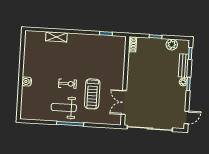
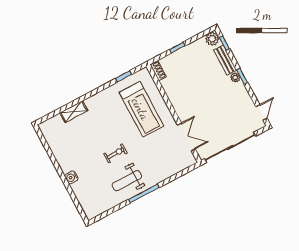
plant: (172, 45) -> (212, 39), moved
treadmill: (92, 94) -> (141, 109), moved, width x1.37, depth x1.38
double door: (124, 102) -> (186, 137), swing flipped

